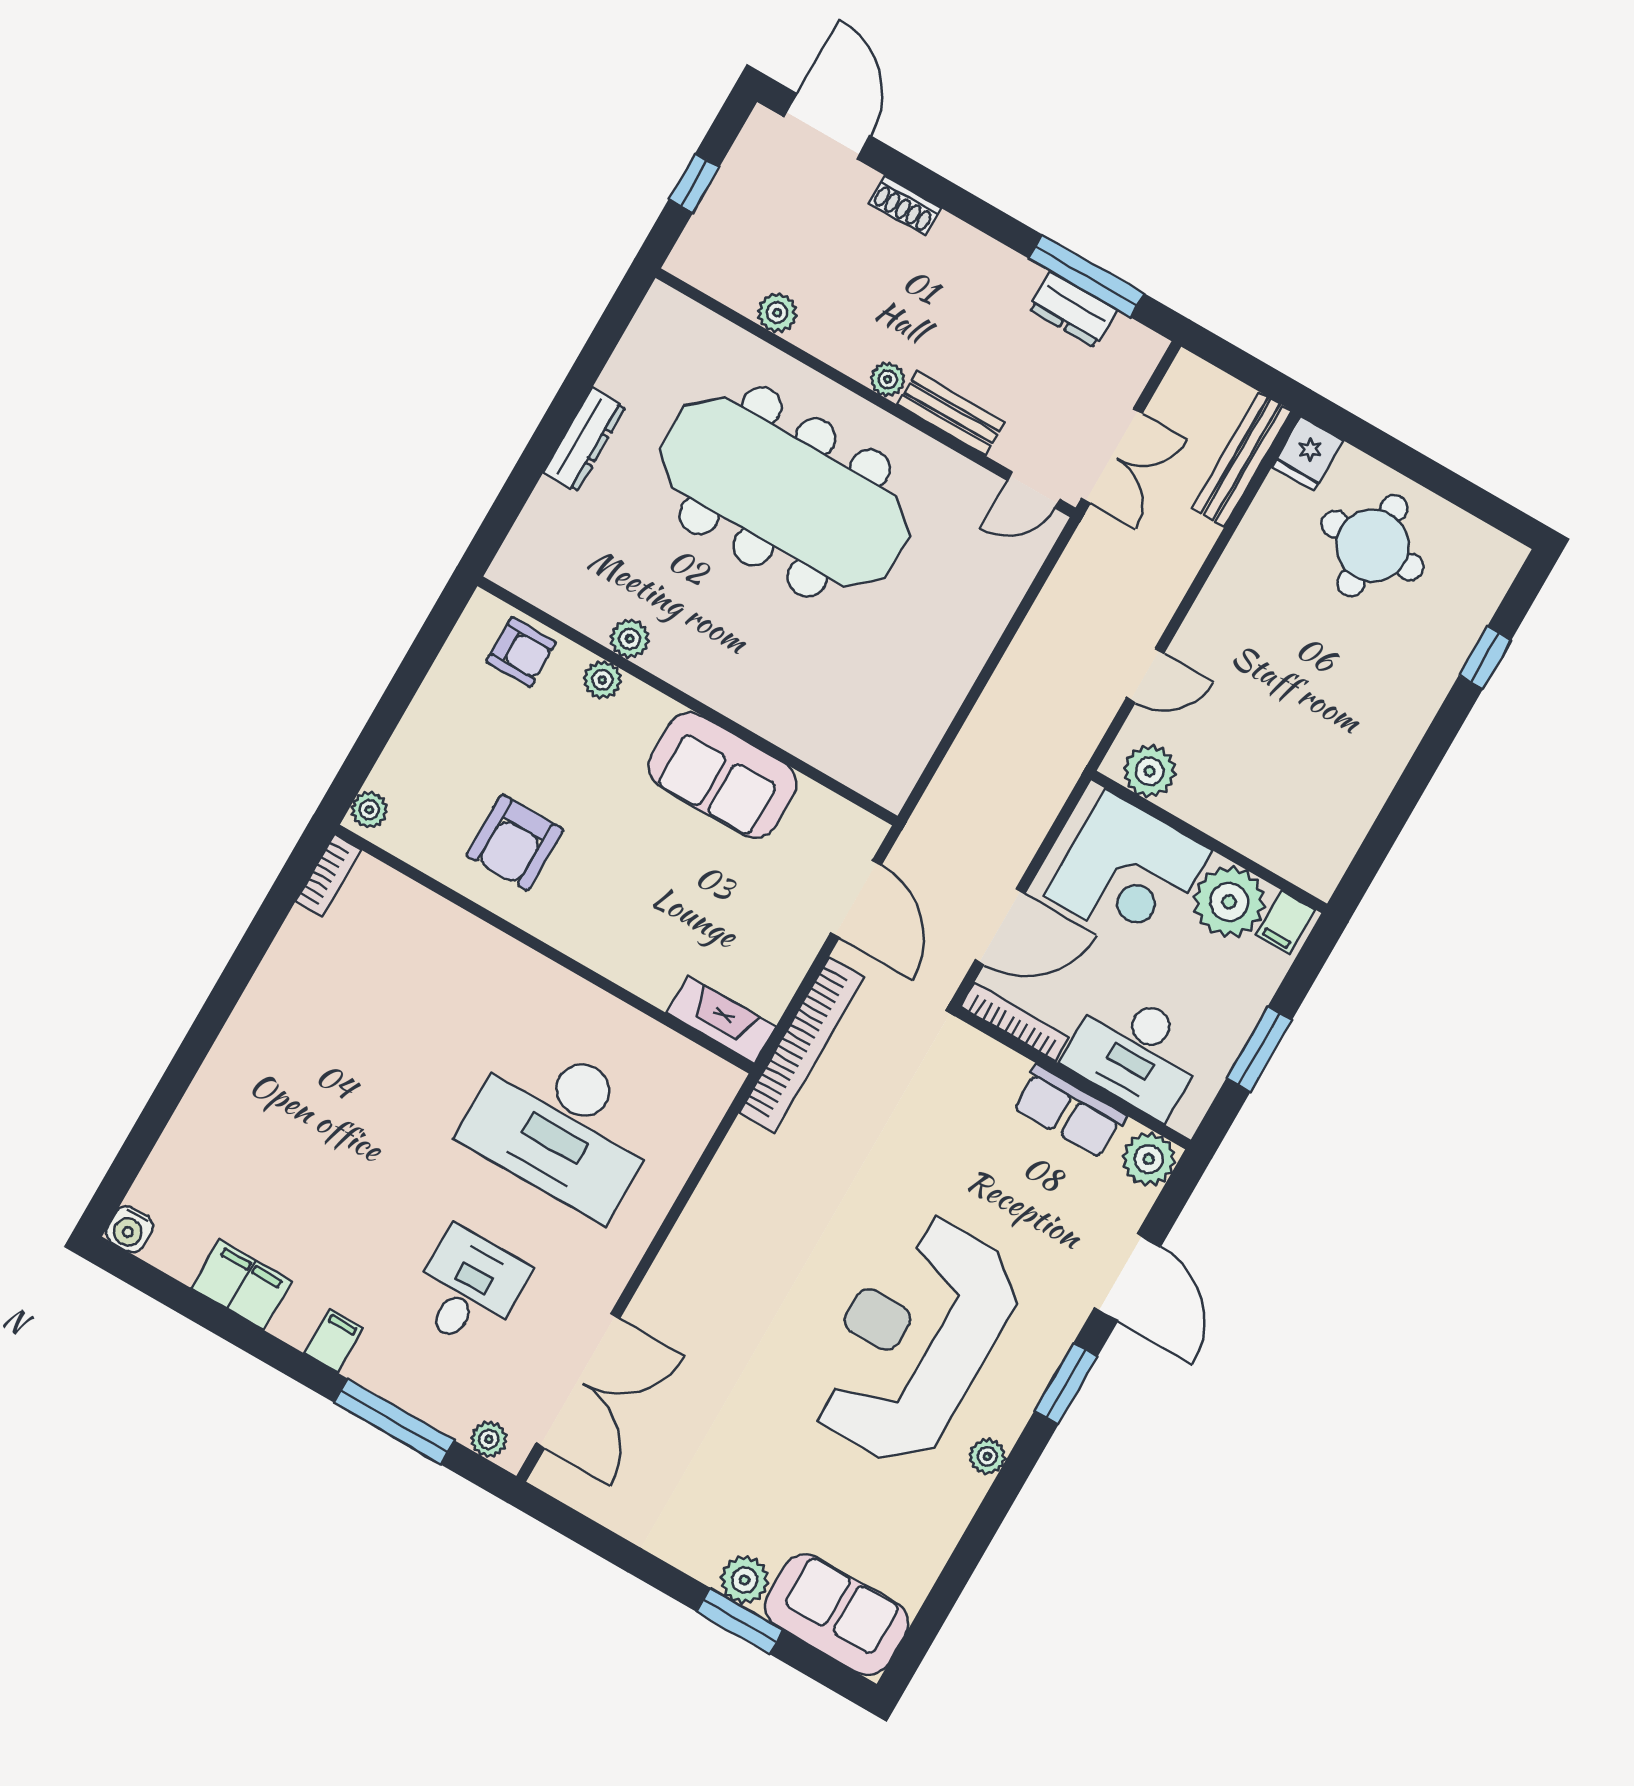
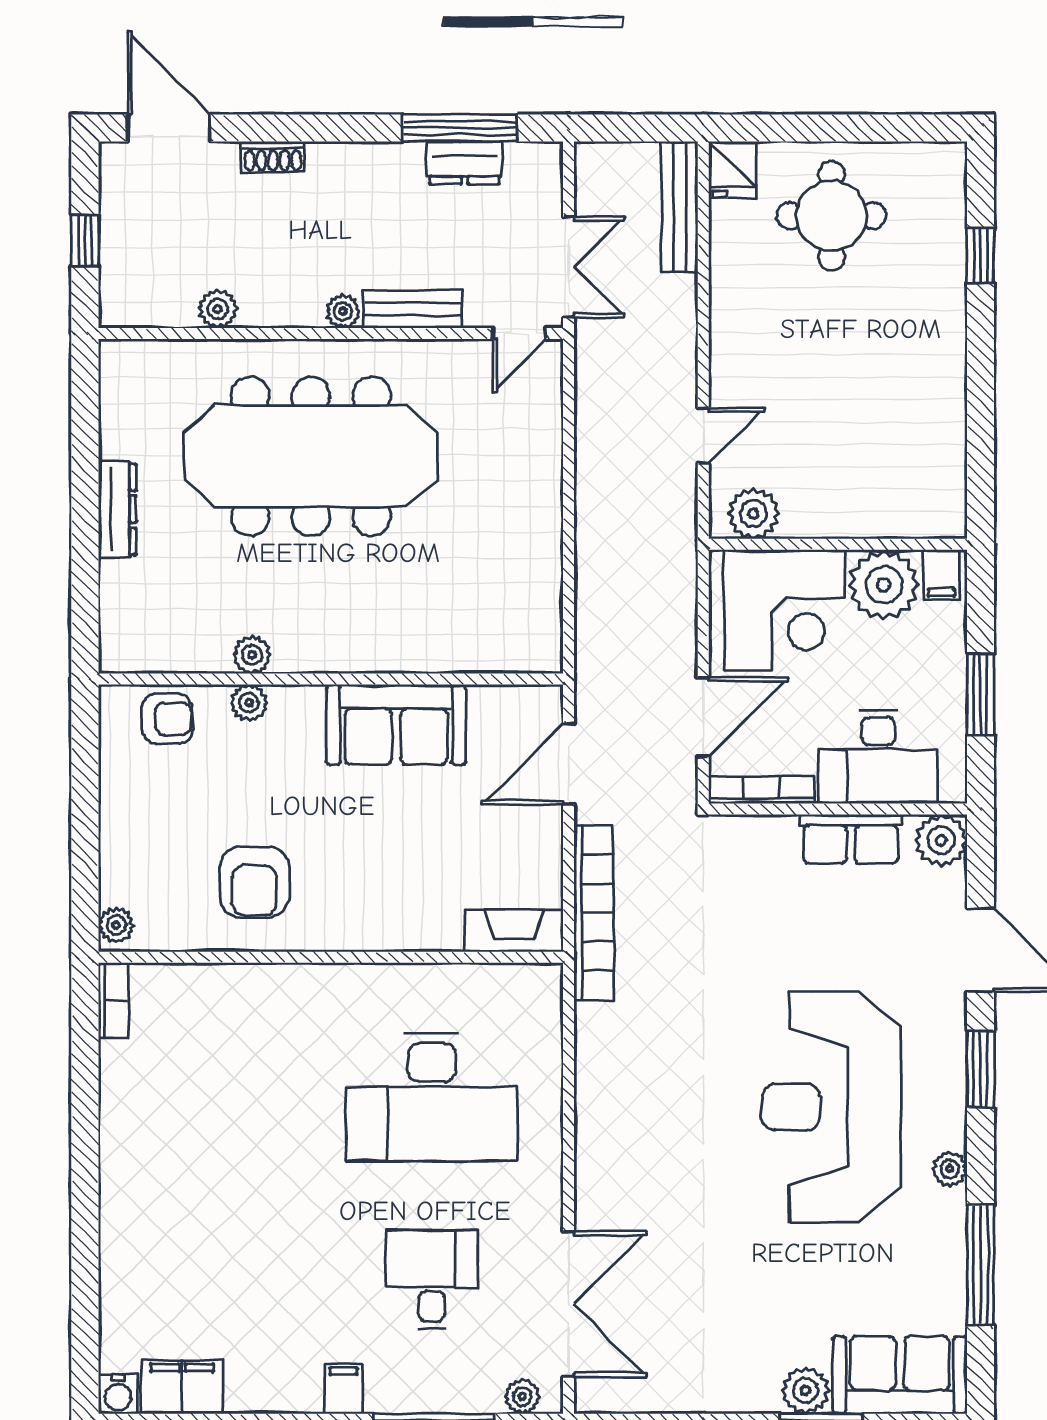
door: (856, 899) -> (569, 764), swing flipped
filing cabinet: (241, 1285) -> (182, 1387), moved
window: (965, 1558) -> (981, 1265), added

